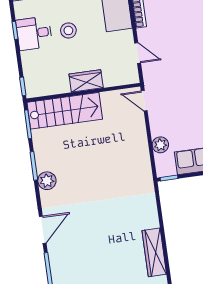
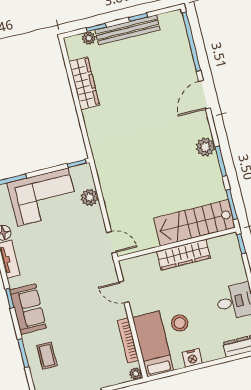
stool: (68, 30) -> (180, 323), moved
wardrobe: (86, 81) -> (183, 255), width x1.50

